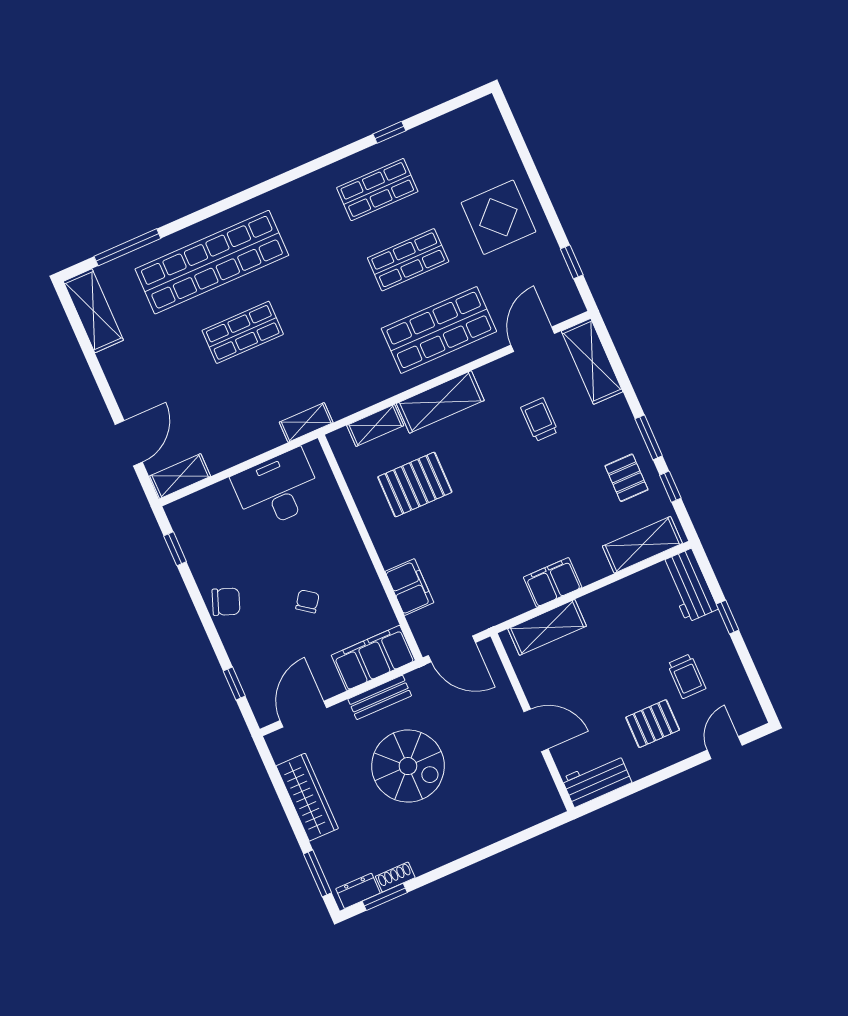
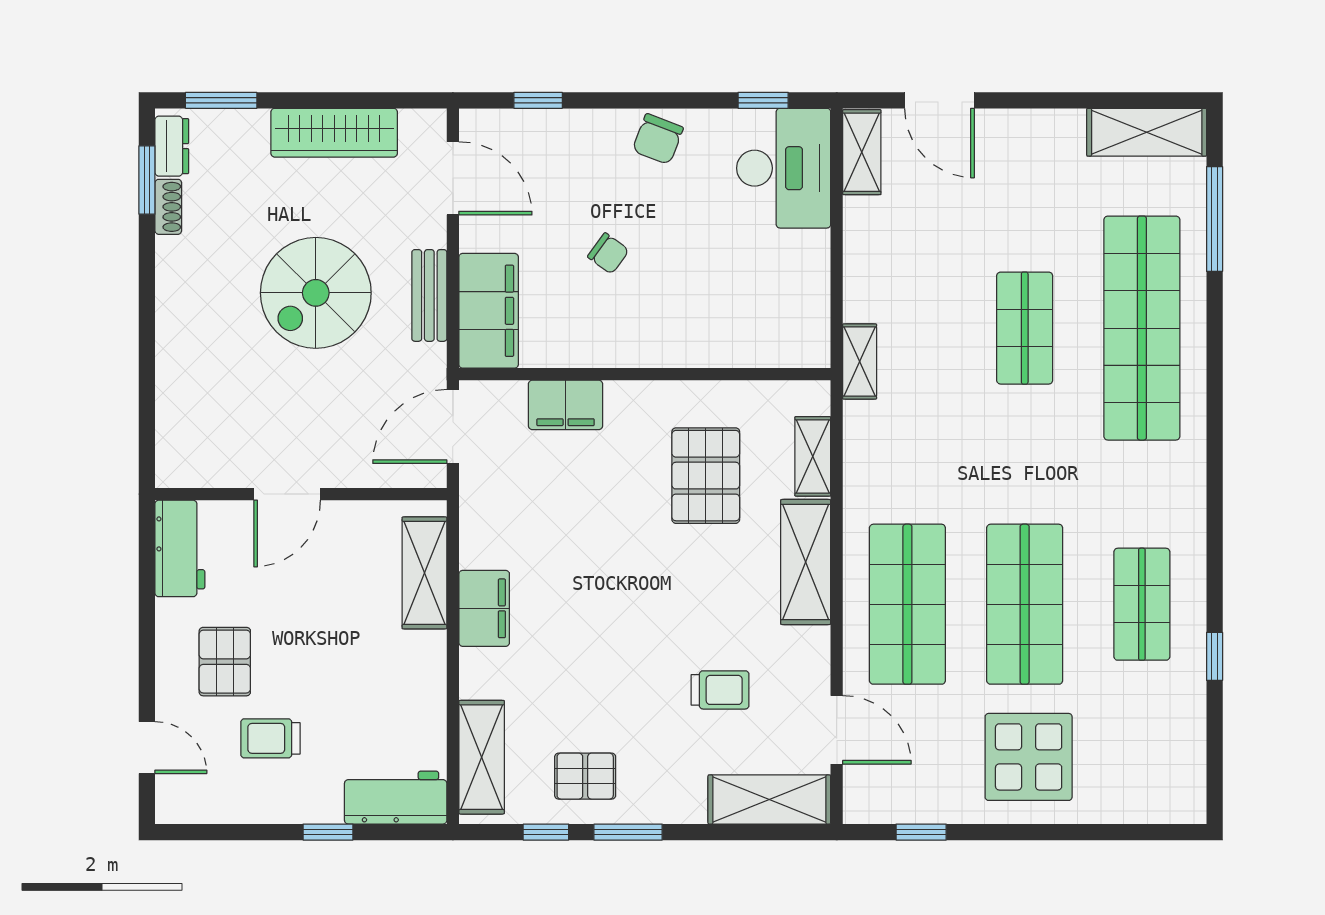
shop shelf: (408, 260) -> (1025, 604), width x1.43, depth x1.36
desk: (277, 489) -> (784, 168), moved

